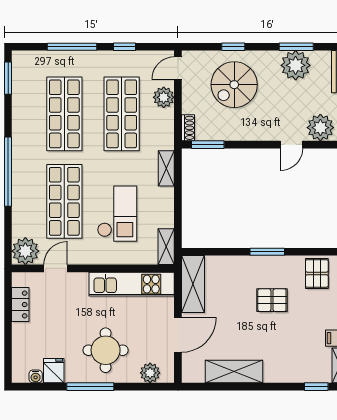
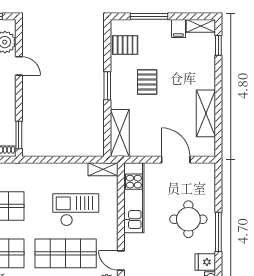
shelving: (166, 168) -> (38, 169), removed
shelving: (193, 284) -> (120, 133), moved, turned 90
plant: (150, 373) -> (207, 183), removed

